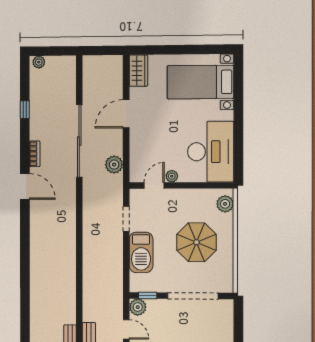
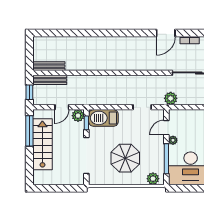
plant: (114, 165) -> (171, 98), moved
door: (154, 185) -> (166, 128), swing flipped
window: (197, 185) -> (166, 159), added
barbecue: (141, 252) -> (103, 118), moved

